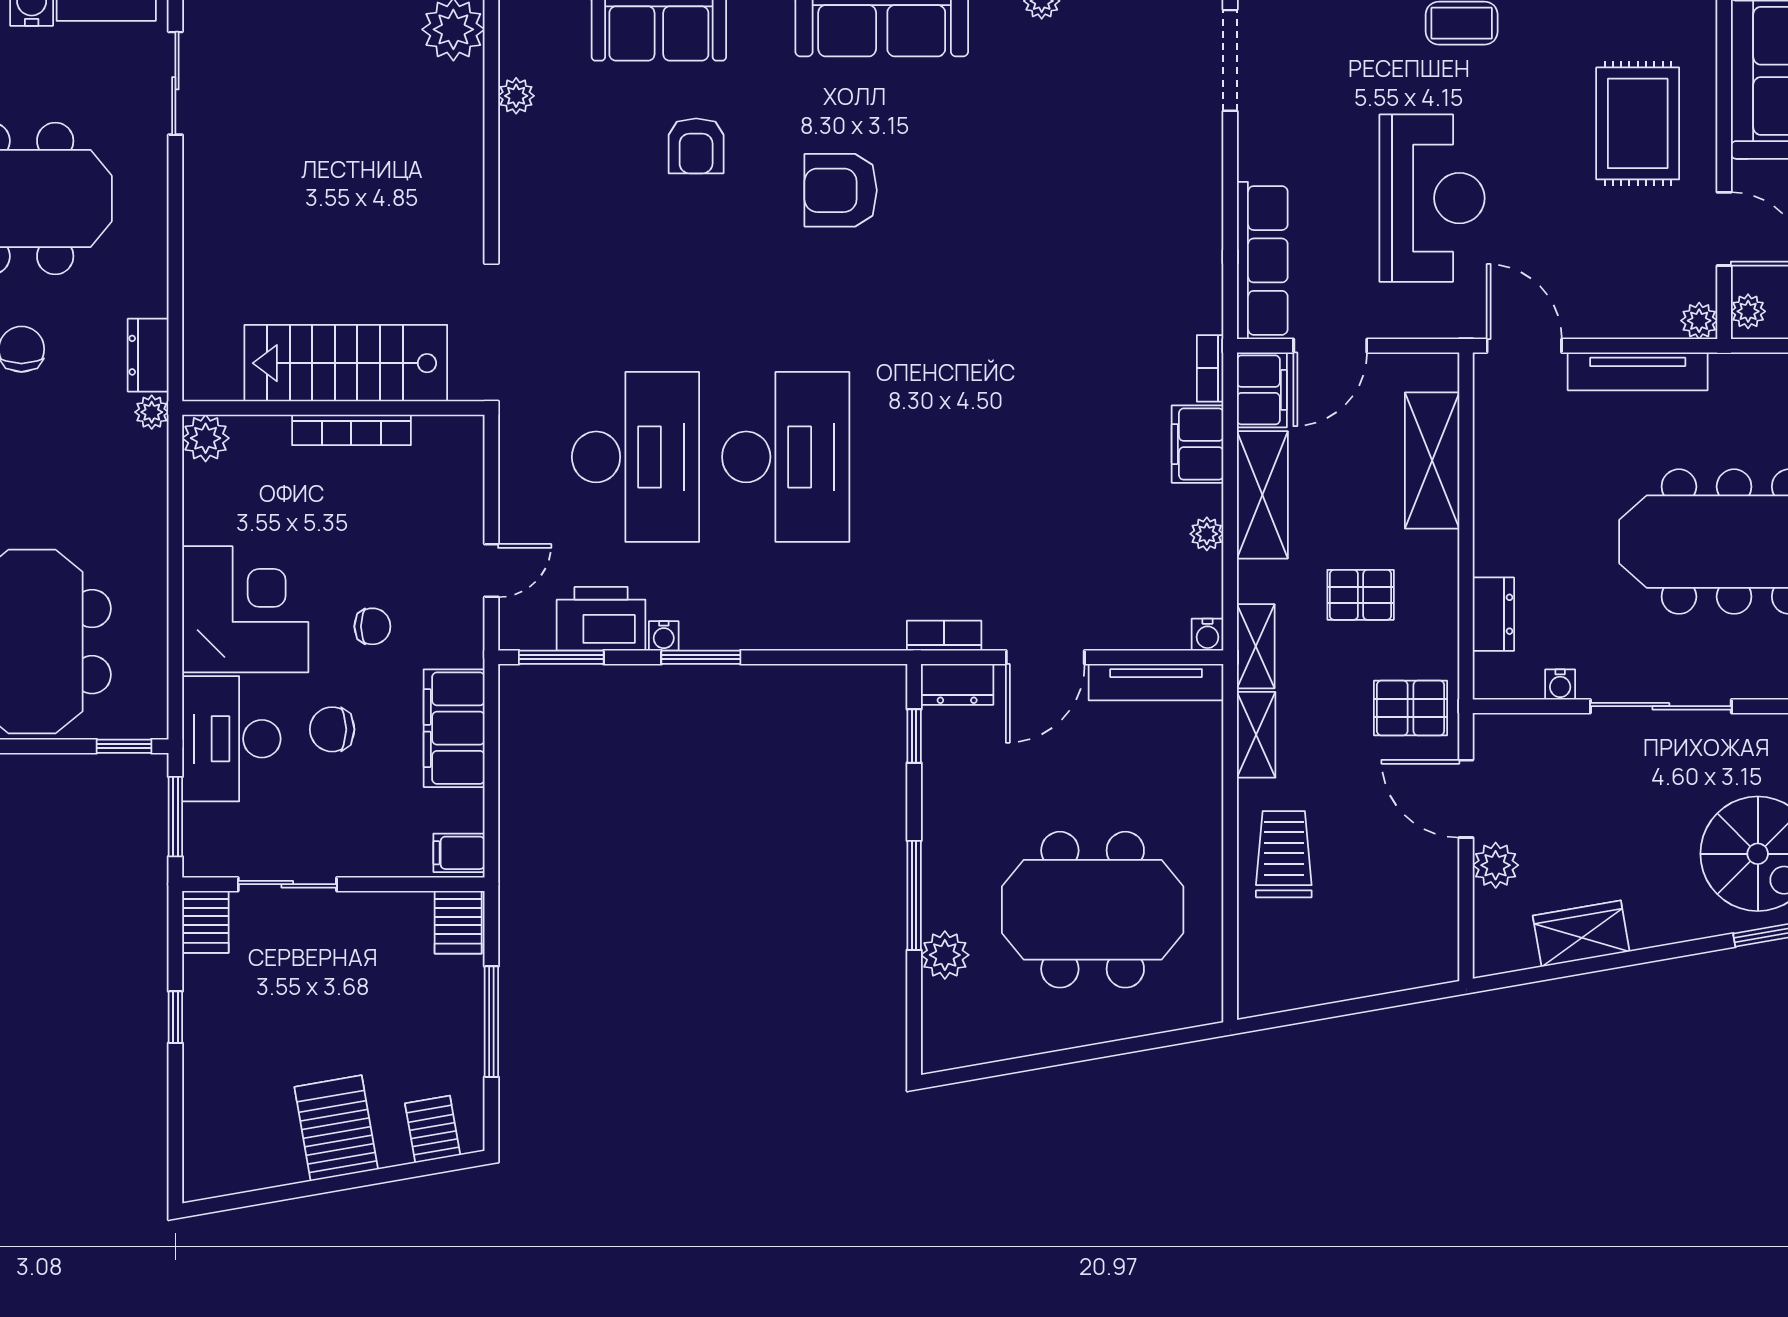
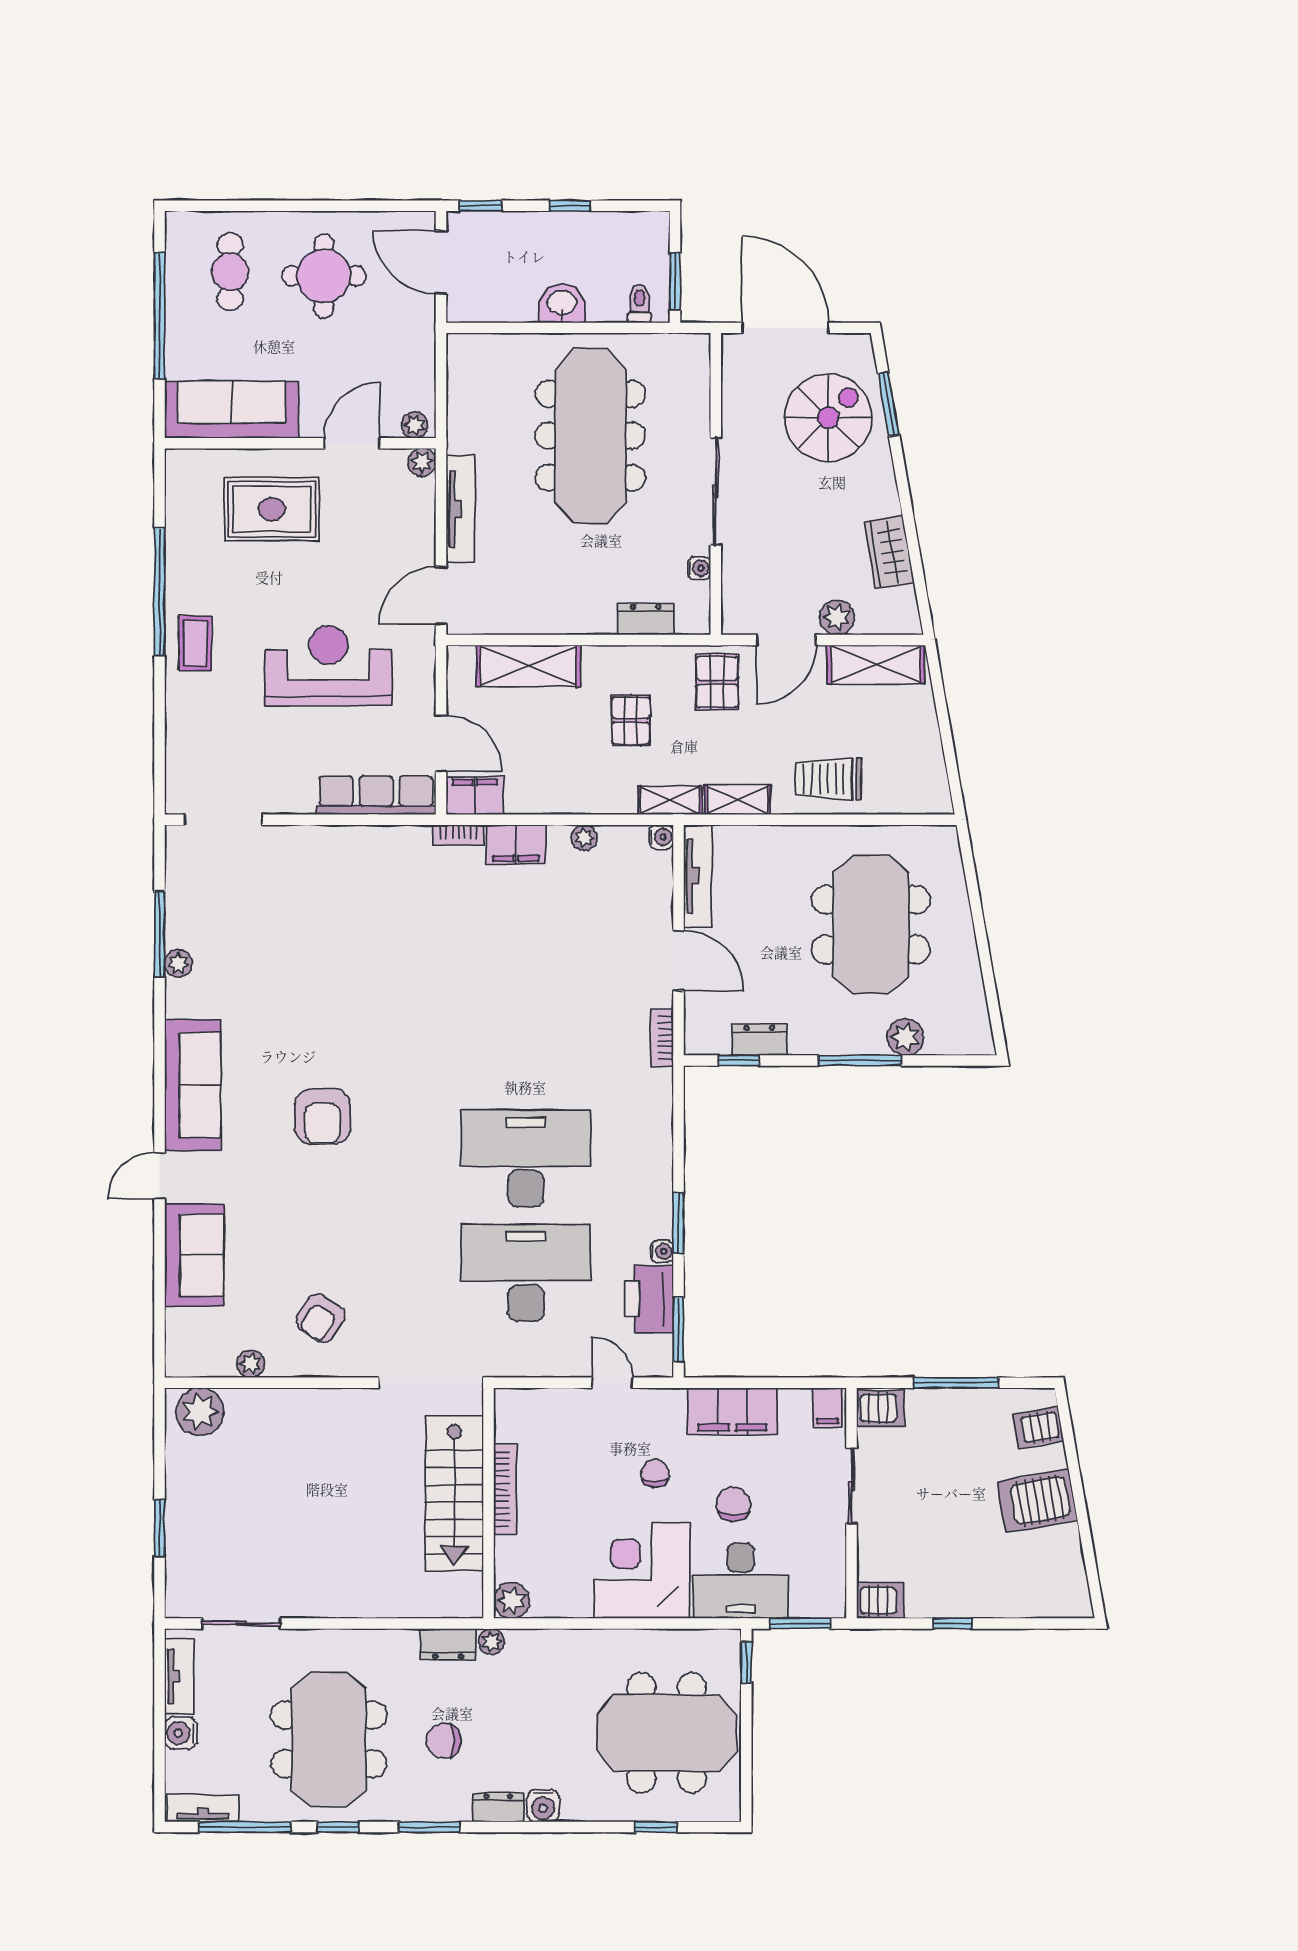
armchair: (696, 146) -> (321, 1318), moved, turned 124
shelving: (1262, 495) -> (876, 664), moved
dresser: (957, 684) -> (759, 1040), moved, turned -90
chair: (332, 729) -> (733, 1504), turned 180
sliding door: (287, 884) -> (851, 1486), moved

